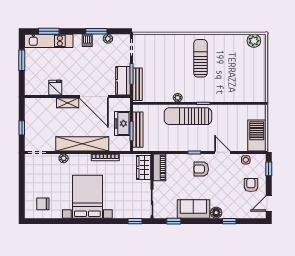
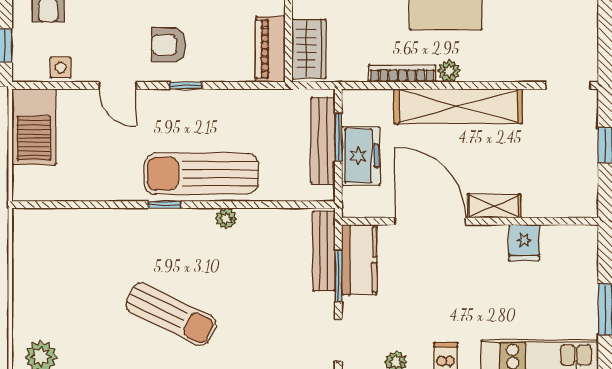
sun lounger: (200, 58) -> (171, 314), turned -64
sun lounger: (188, 116) -> (201, 174), turned 180
plant: (64, 158) -> (449, 71), moved
armchair: (201, 169) -> (169, 45), turned 180

